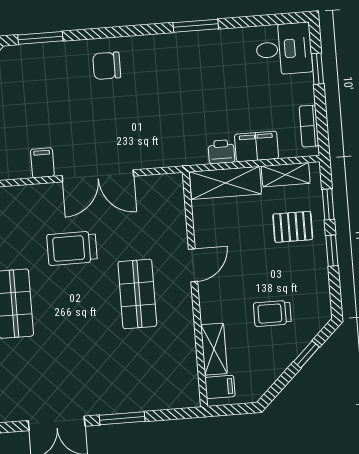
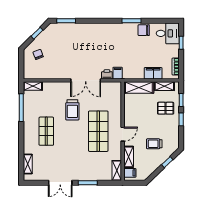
chair: (107, 66) -> (144, 30), moved
printer: (221, 152) -> (107, 74), moved
filing cabinet: (42, 163) -> (118, 73), moved
trolley: (72, 248) -> (72, 110), turned -90
door: (193, 265) -> (123, 134), moved
shop shelf: (137, 294) -> (98, 131), width x1.43, depth x1.36
shelving: (188, 384) -> (117, 171), added

